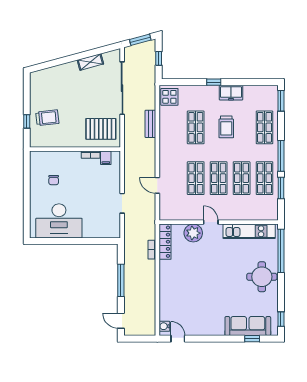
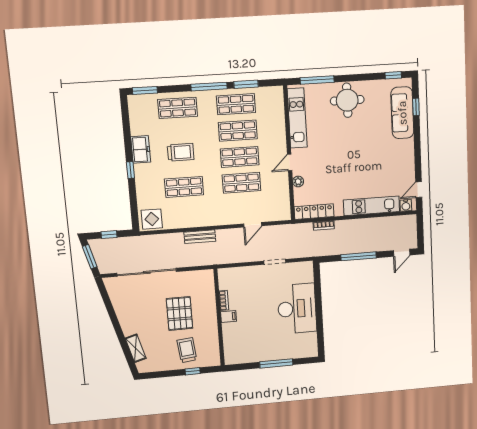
shelving: (90, 62) -> (136, 348), moved
bench: (150, 124) -> (200, 237), moved
pallet: (101, 129) -> (179, 313), moved
filing cabinet: (106, 158) -> (228, 317), moved
chair: (54, 180) -> (254, 337), removed
window: (27, 199) -> (276, 363), added
desk: (59, 221) -> (297, 309), moved
plant: (193, 233) -> (298, 181), width x0.53, depth x0.53
window: (281, 251) -> (317, 80), width x0.68
kitchen unit: (166, 294) -> (372, 206), added

